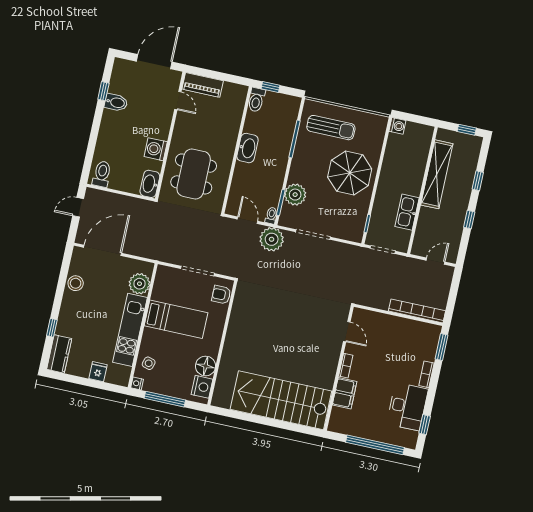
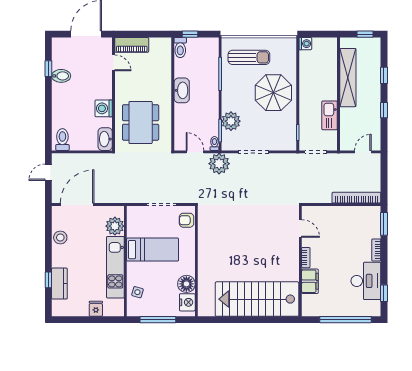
kitchen counter: (59, 354) -> (59, 284), moved
nightstand: (137, 383) -> (131, 311), removed

